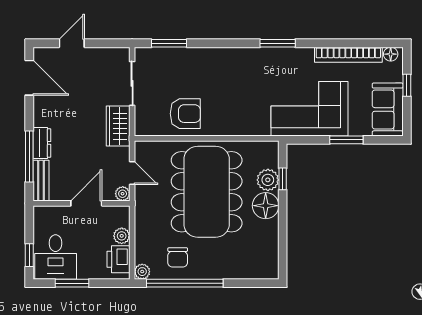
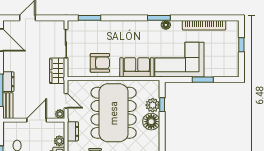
floor lamp: (391, 54) -> (166, 25), moved
sofa: (388, 109) -> (137, 67), moved, turned 90
dresser: (143, 221) -> (73, 131), added

